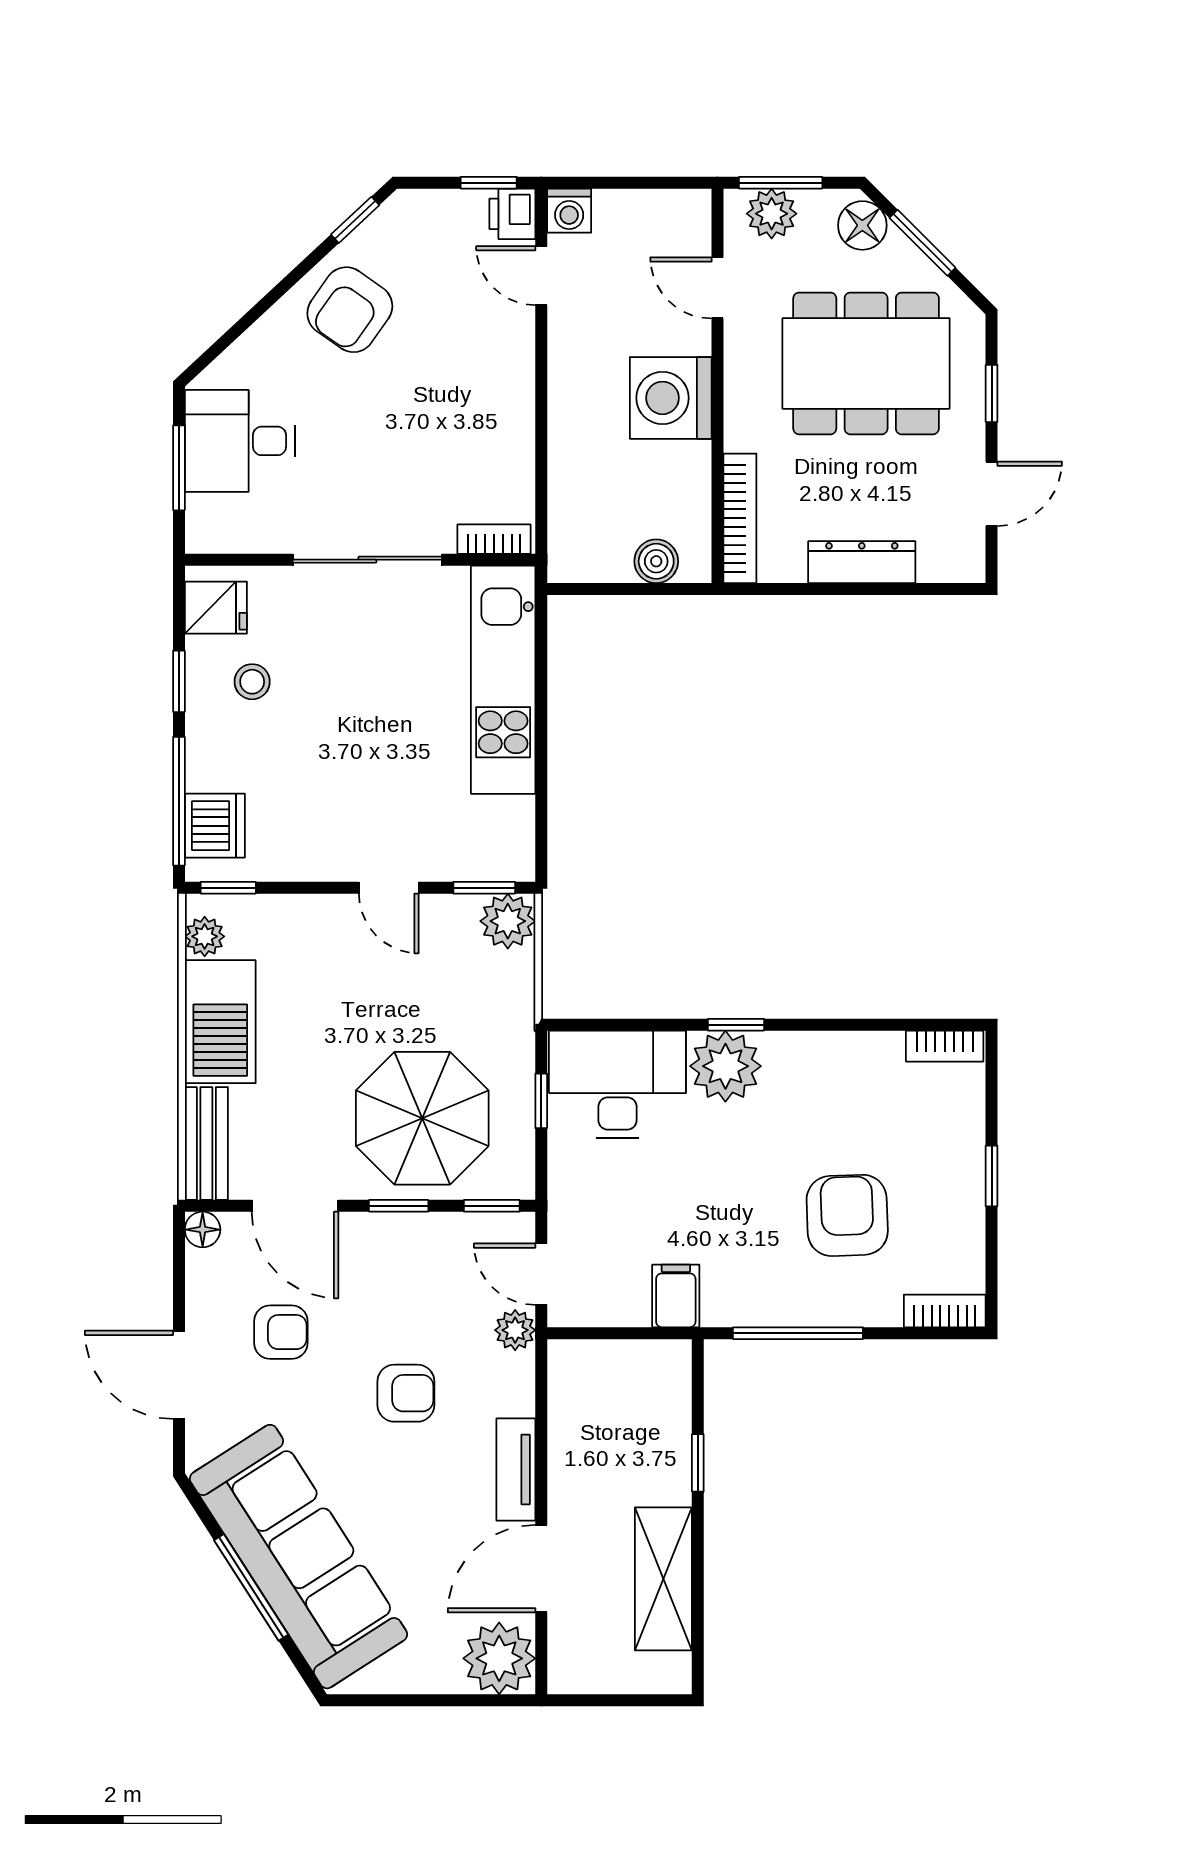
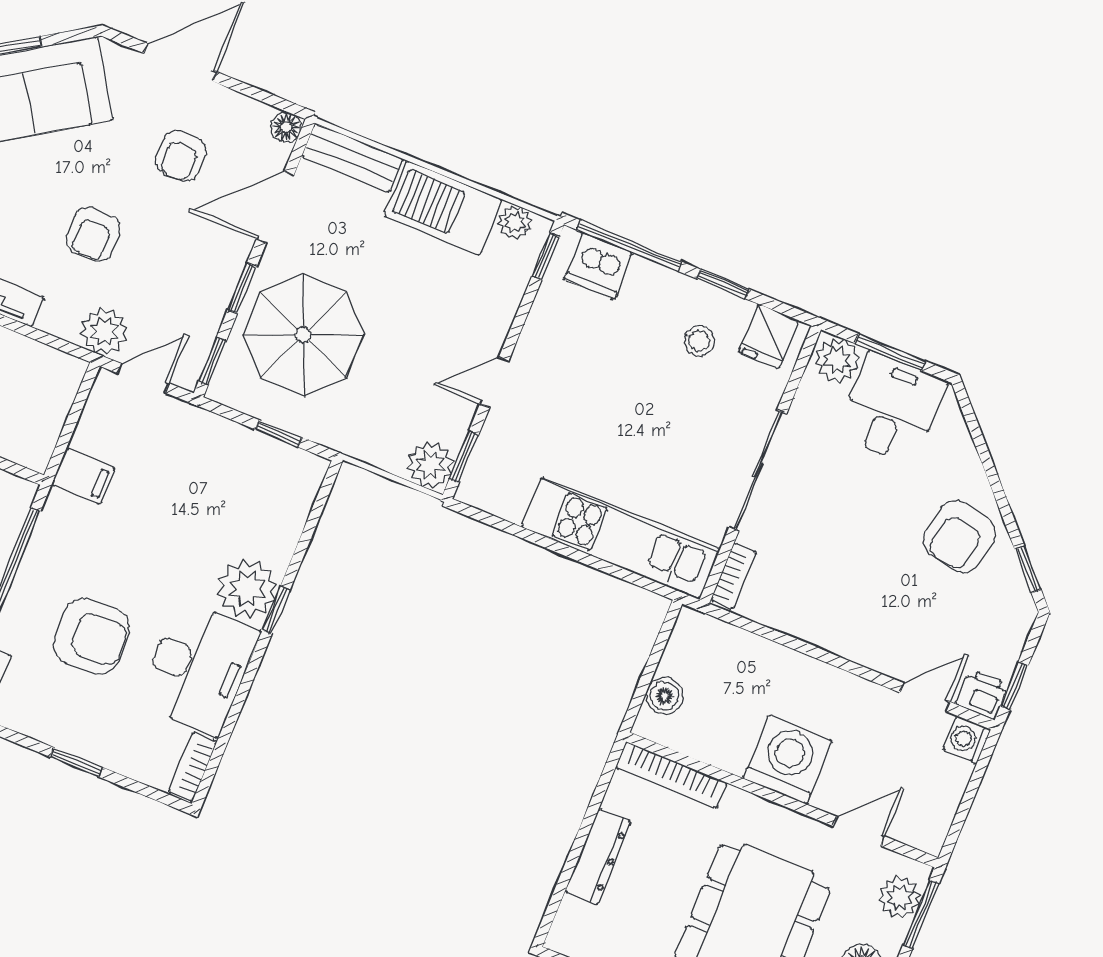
armchair: (350, 310) -> (959, 536), turned -113
plant: (211, 522) -> (837, 360), added
desk: (617, 1084) -> (198, 668), moved
plant: (515, 1330) -> (104, 331), width x1.38, depth x1.38

